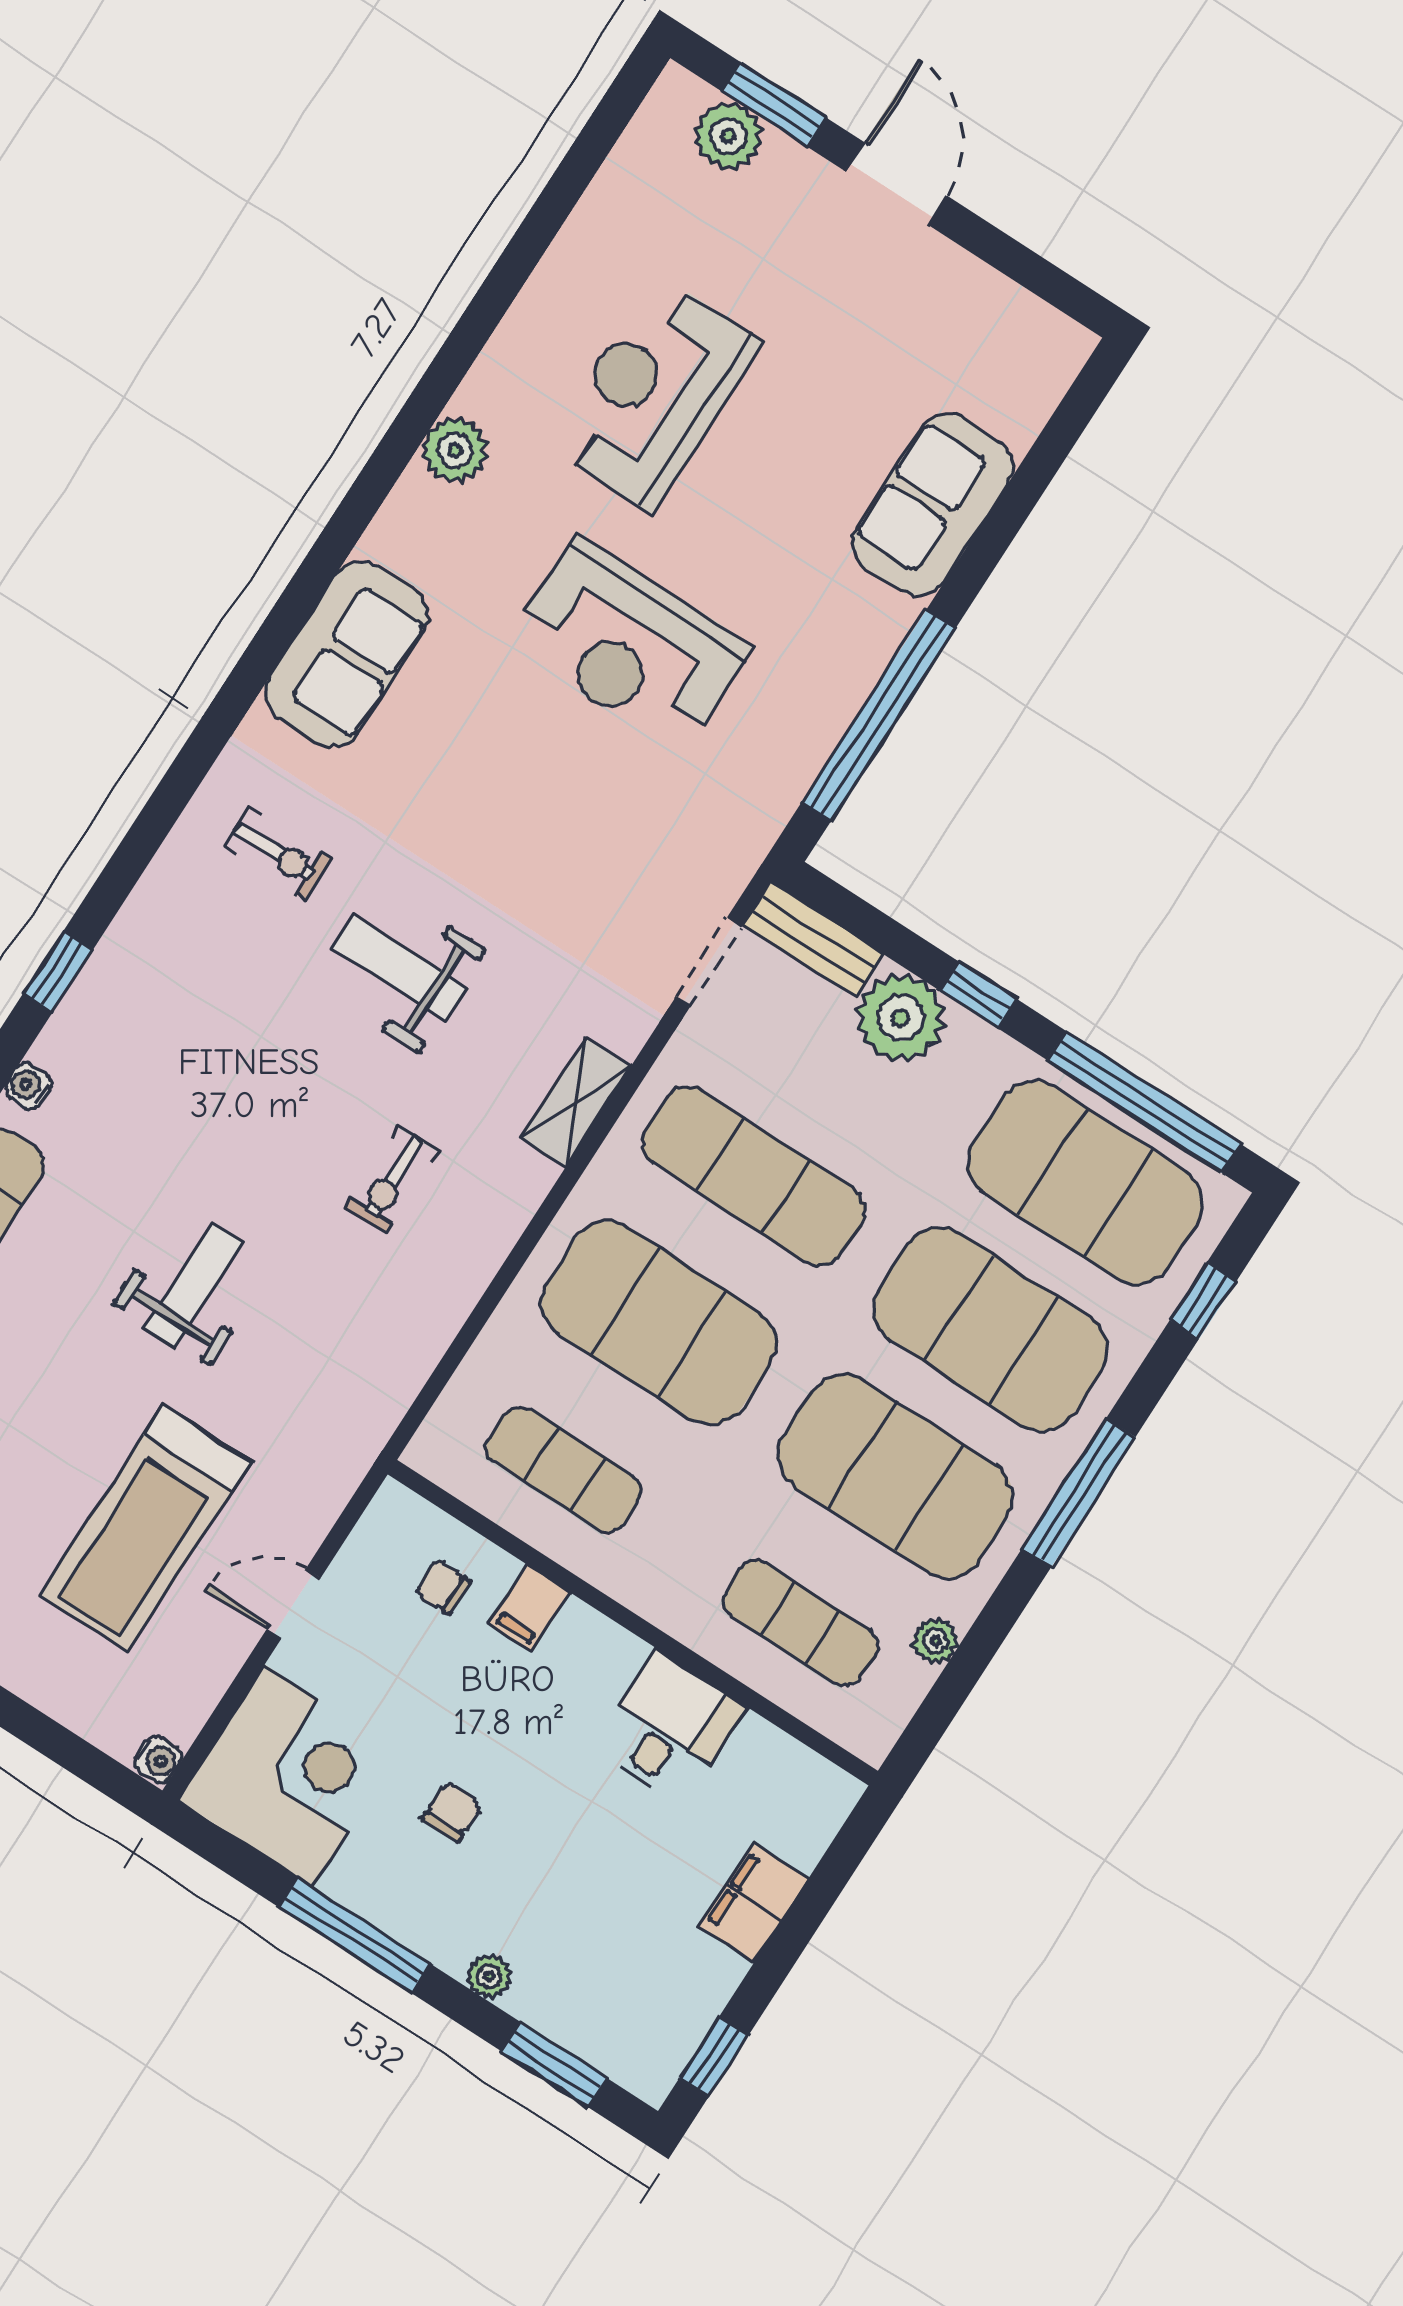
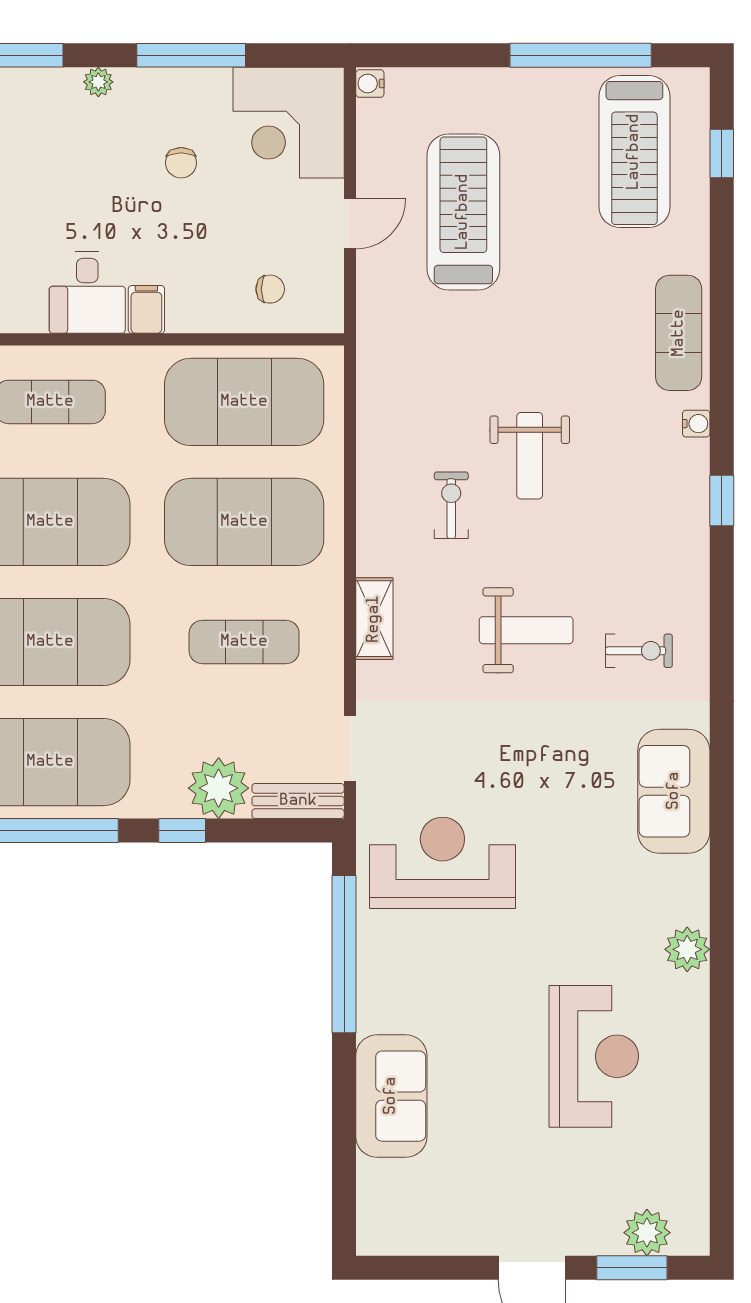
reception desk: (629, 645) -> (442, 863), moved
exercise bike: (278, 853) -> (639, 651), turned 180
exercise mat: (754, 1176) -> (244, 642), width x0.73, depth x0.69
weight bench: (193, 1286) -> (530, 456), moved
exercise mat: (564, 1470) -> (244, 402), width x2.00, depth x1.45
filing cabinet: (529, 1608) -> (146, 309), moved

